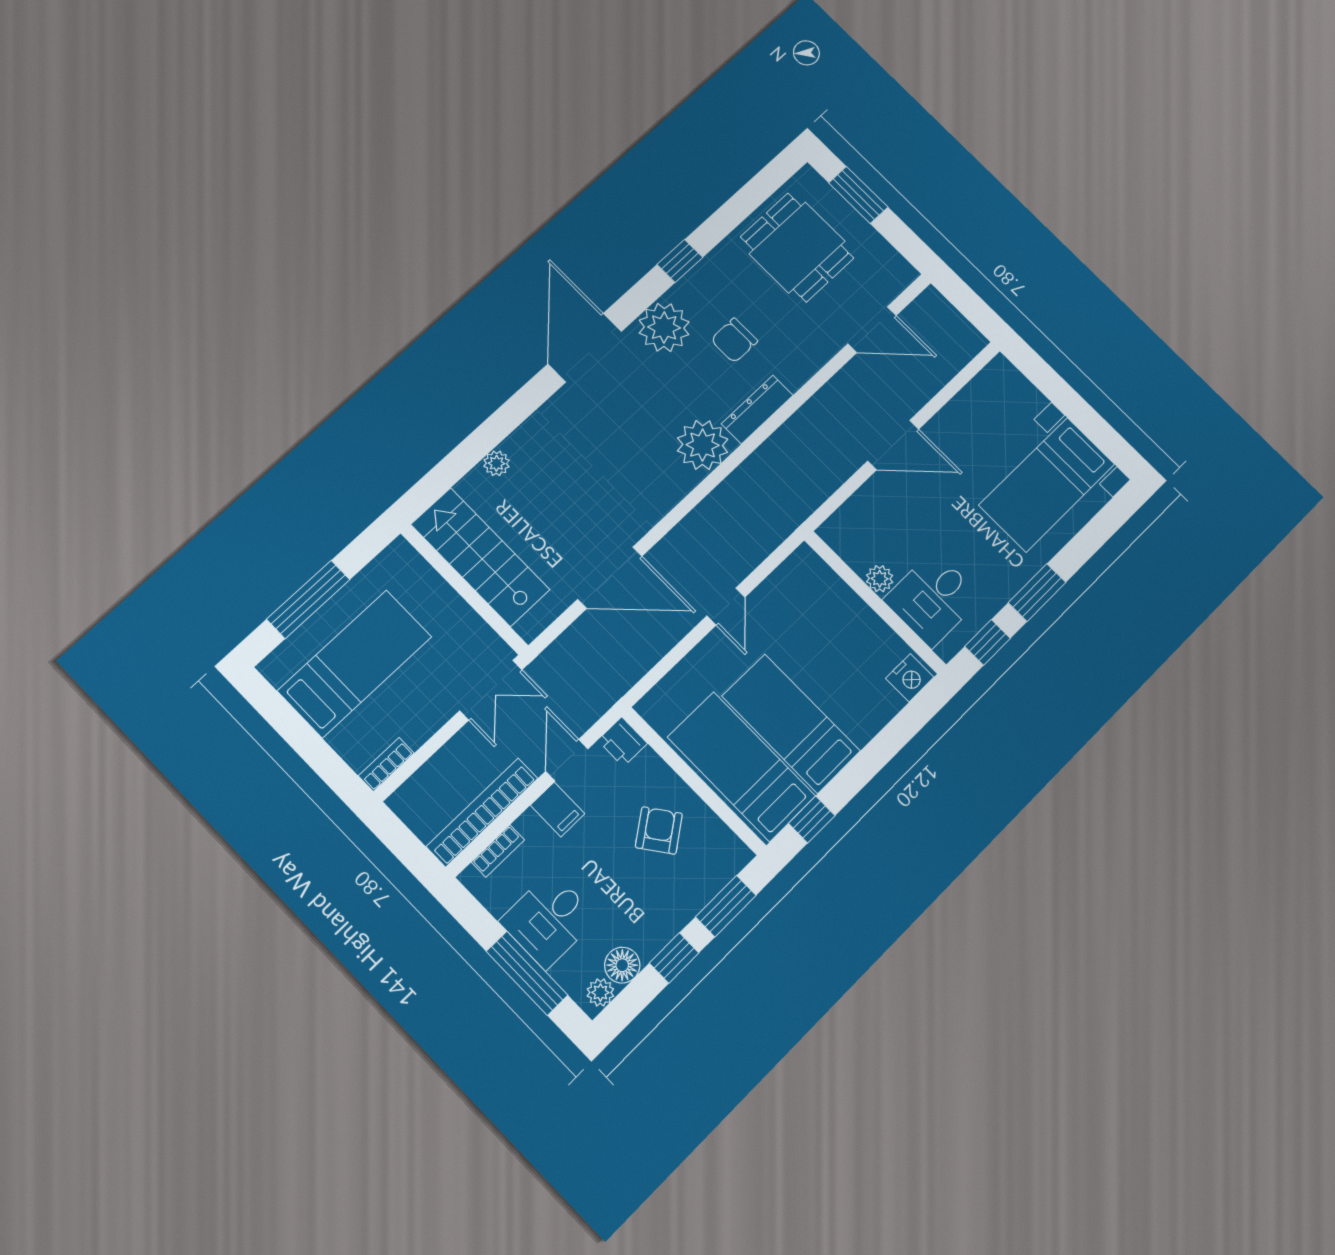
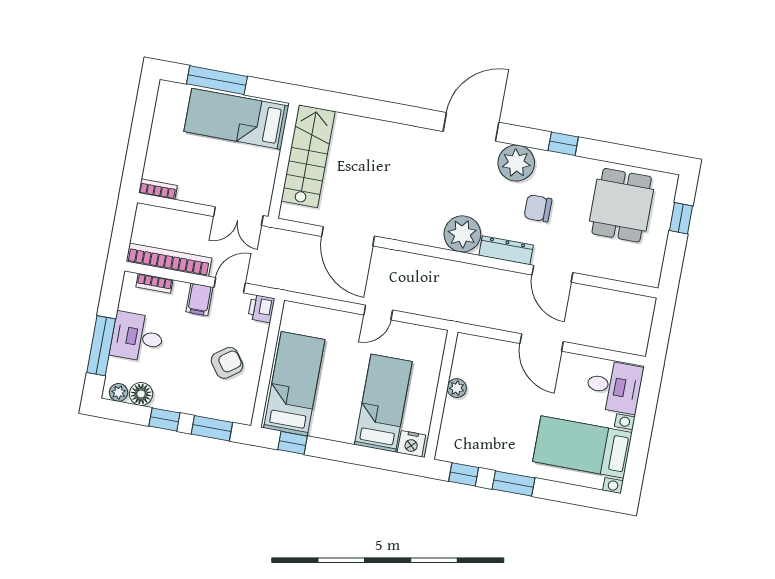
window: (858, 195) -> (681, 218), width x0.67
door: (872, 330) -> (552, 274), moved
plant: (496, 463) -> (368, 126), removed
desk: (933, 599) -> (614, 386), moved, turned 180
bed: (355, 664) -> (236, 119), moved, turned 180
bed: (791, 724) -> (383, 403), moved

